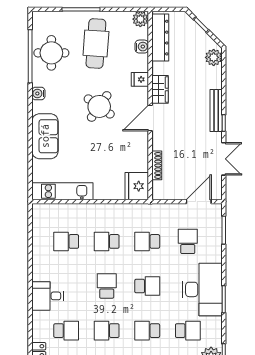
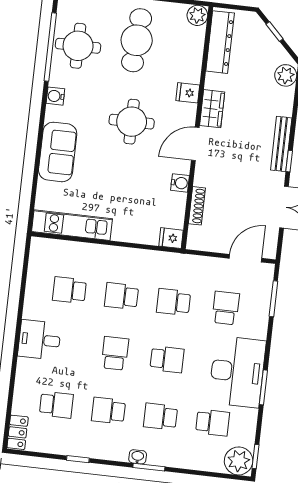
water cooler: (142, 47) -> (180, 183), moved
round table: (99, 106) -> (132, 122), turned -35
fridge: (137, 186) -> (171, 238), width x0.53, depth x0.75
desk: (47, 296) -> (39, 340), moved

